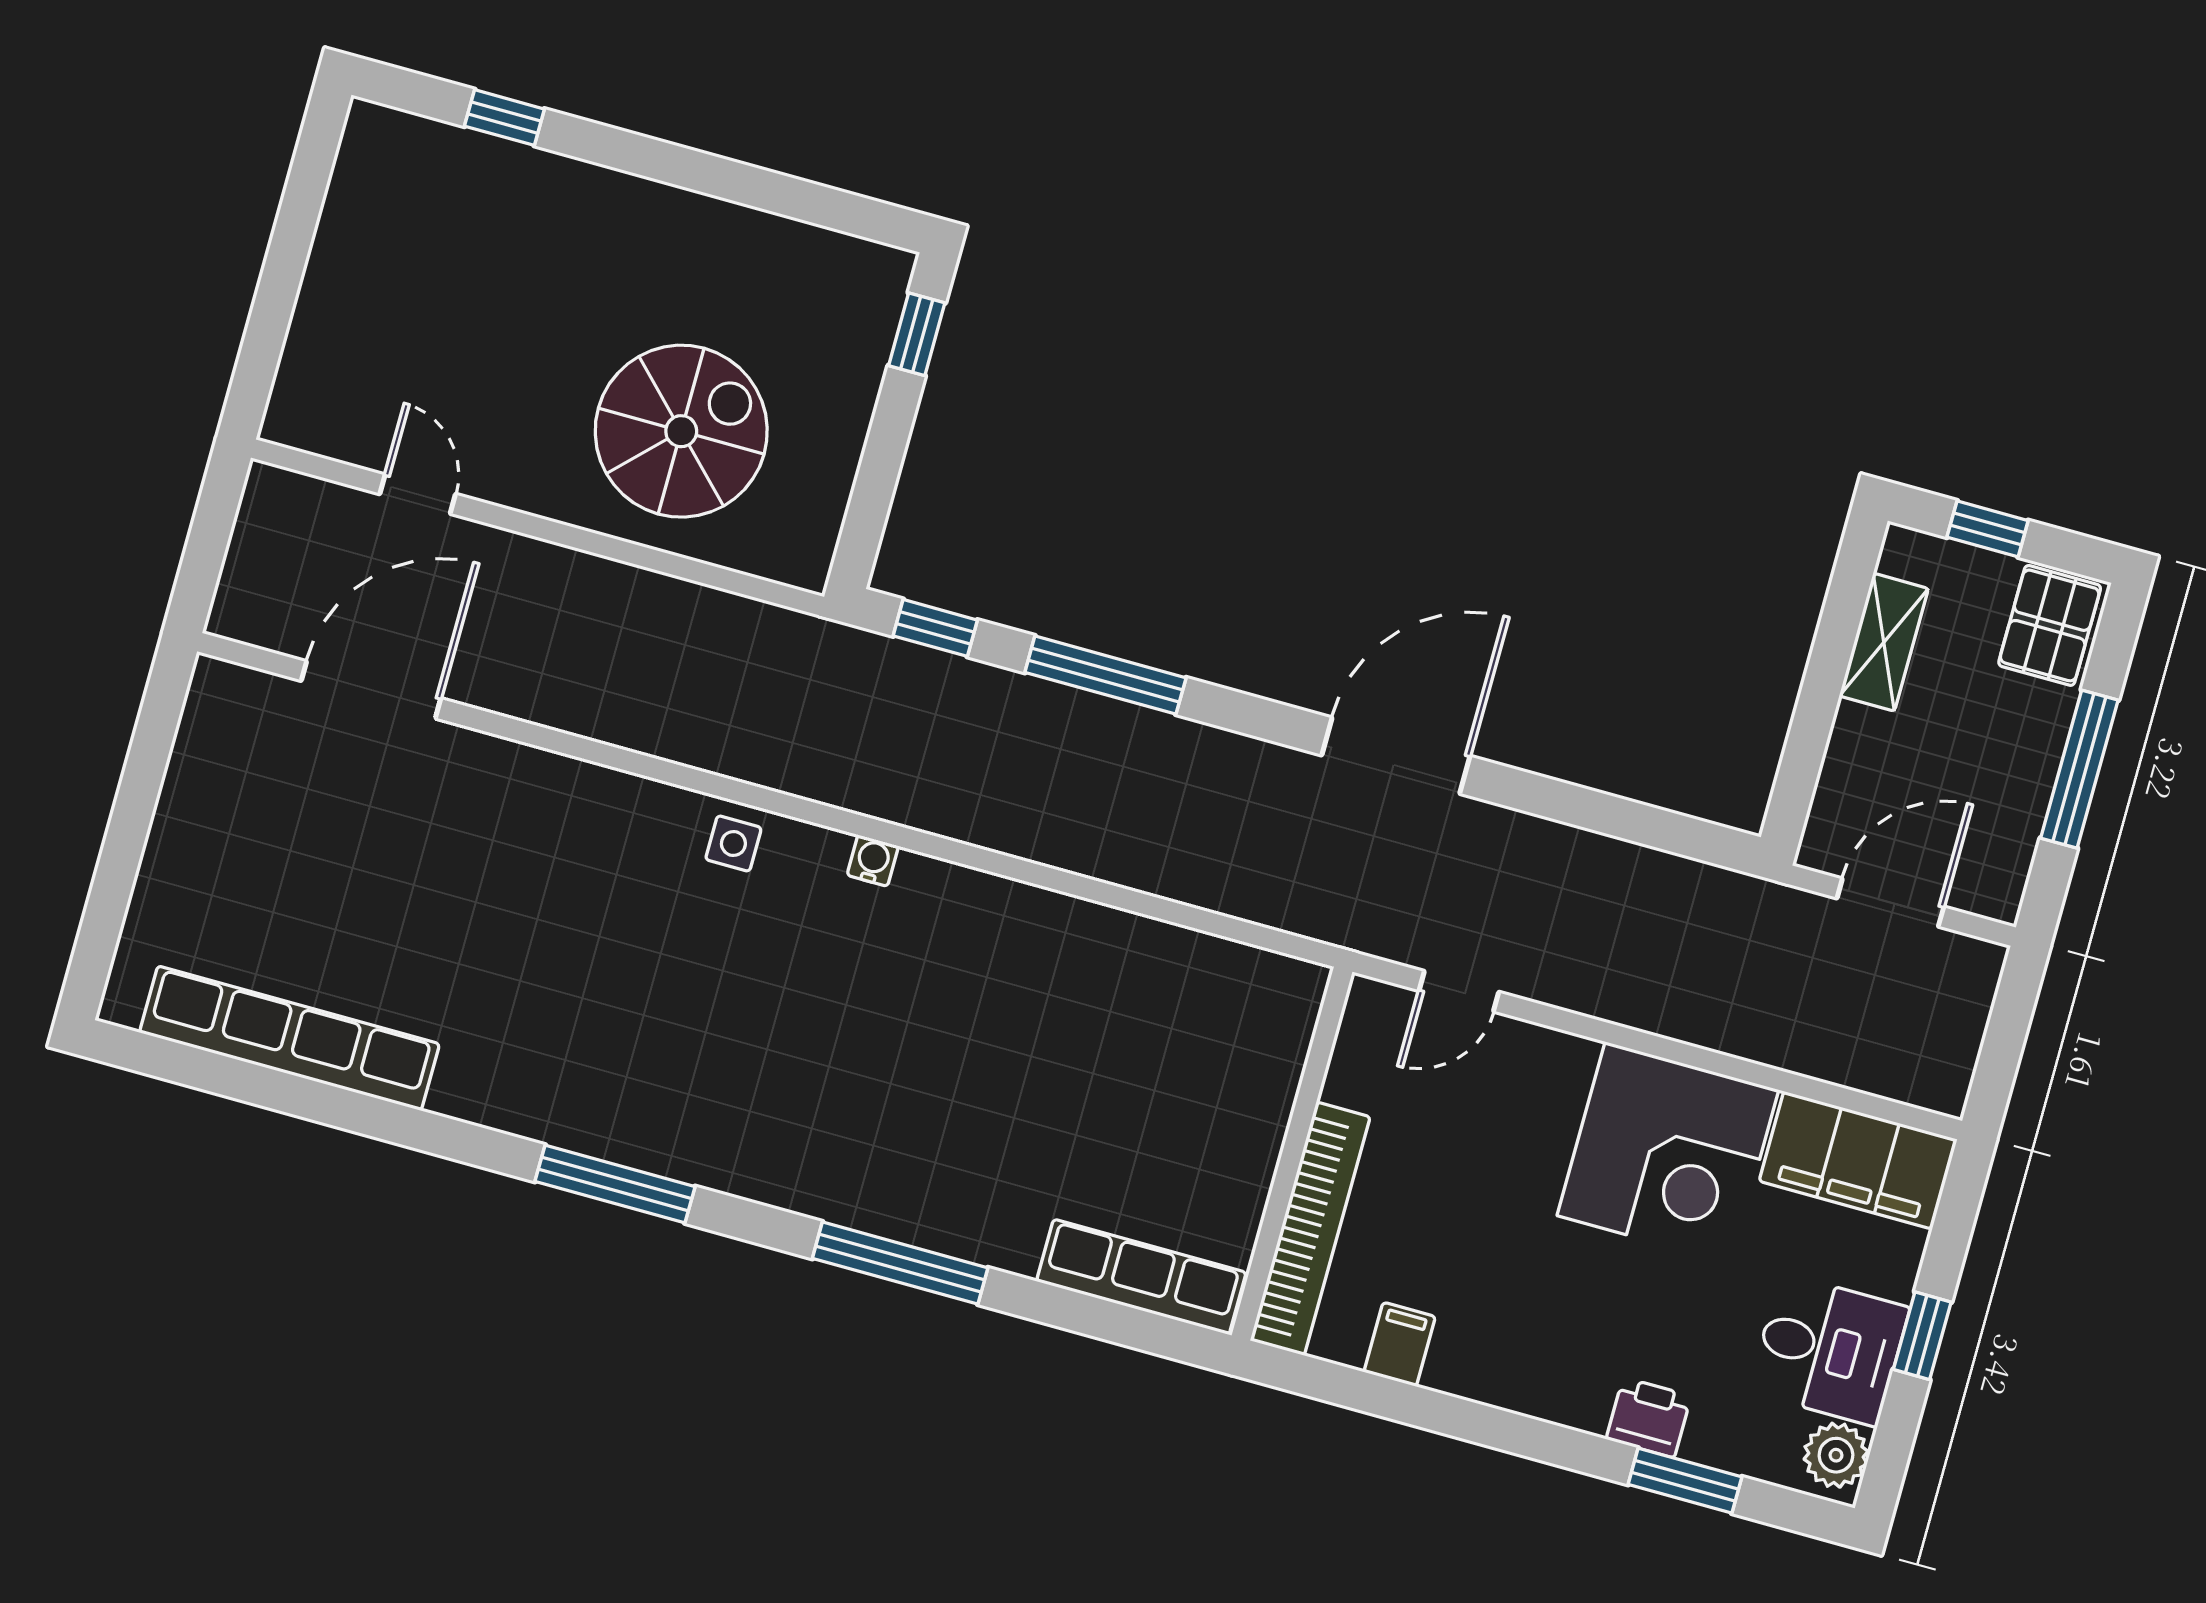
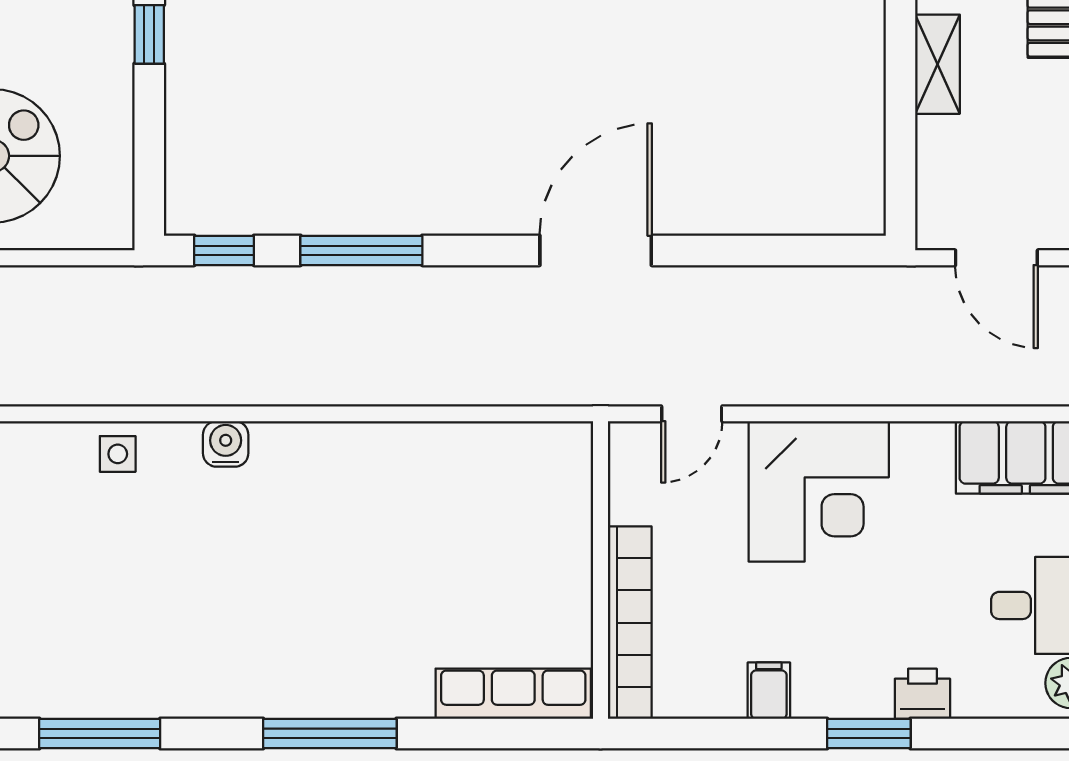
water cooler: (873, 861) -> (226, 444), width x1.38, depth x1.38
door: (1890, 903) -> (996, 258), swing flipped
corner desk: (1668, 1153) -> (819, 491), moved
filing cabinet: (1400, 1344) -> (769, 691), moved
window: (1685, 1481) -> (869, 733), moved

